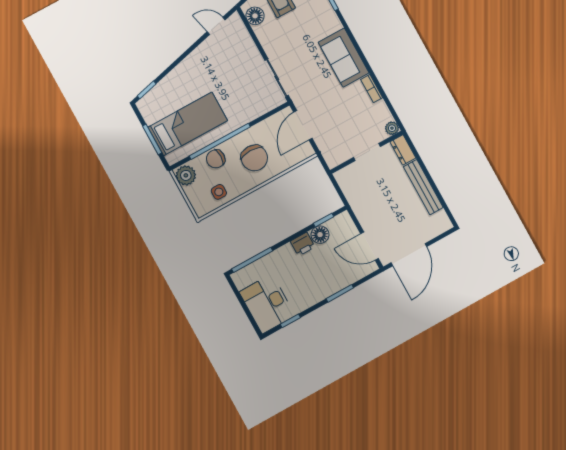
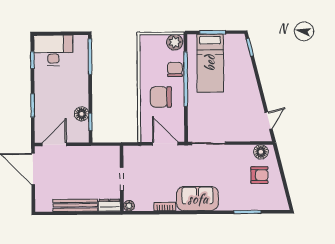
side table: (219, 192) -> (150, 59), removed
printer: (303, 244) -> (82, 98), removed

